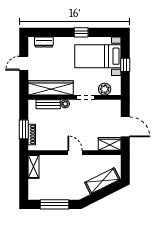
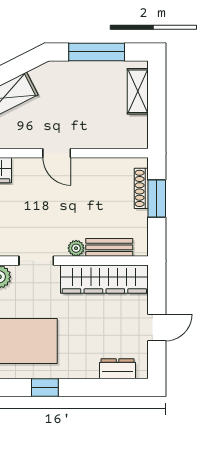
shelving: (34, 167) -> (138, 91), moved

